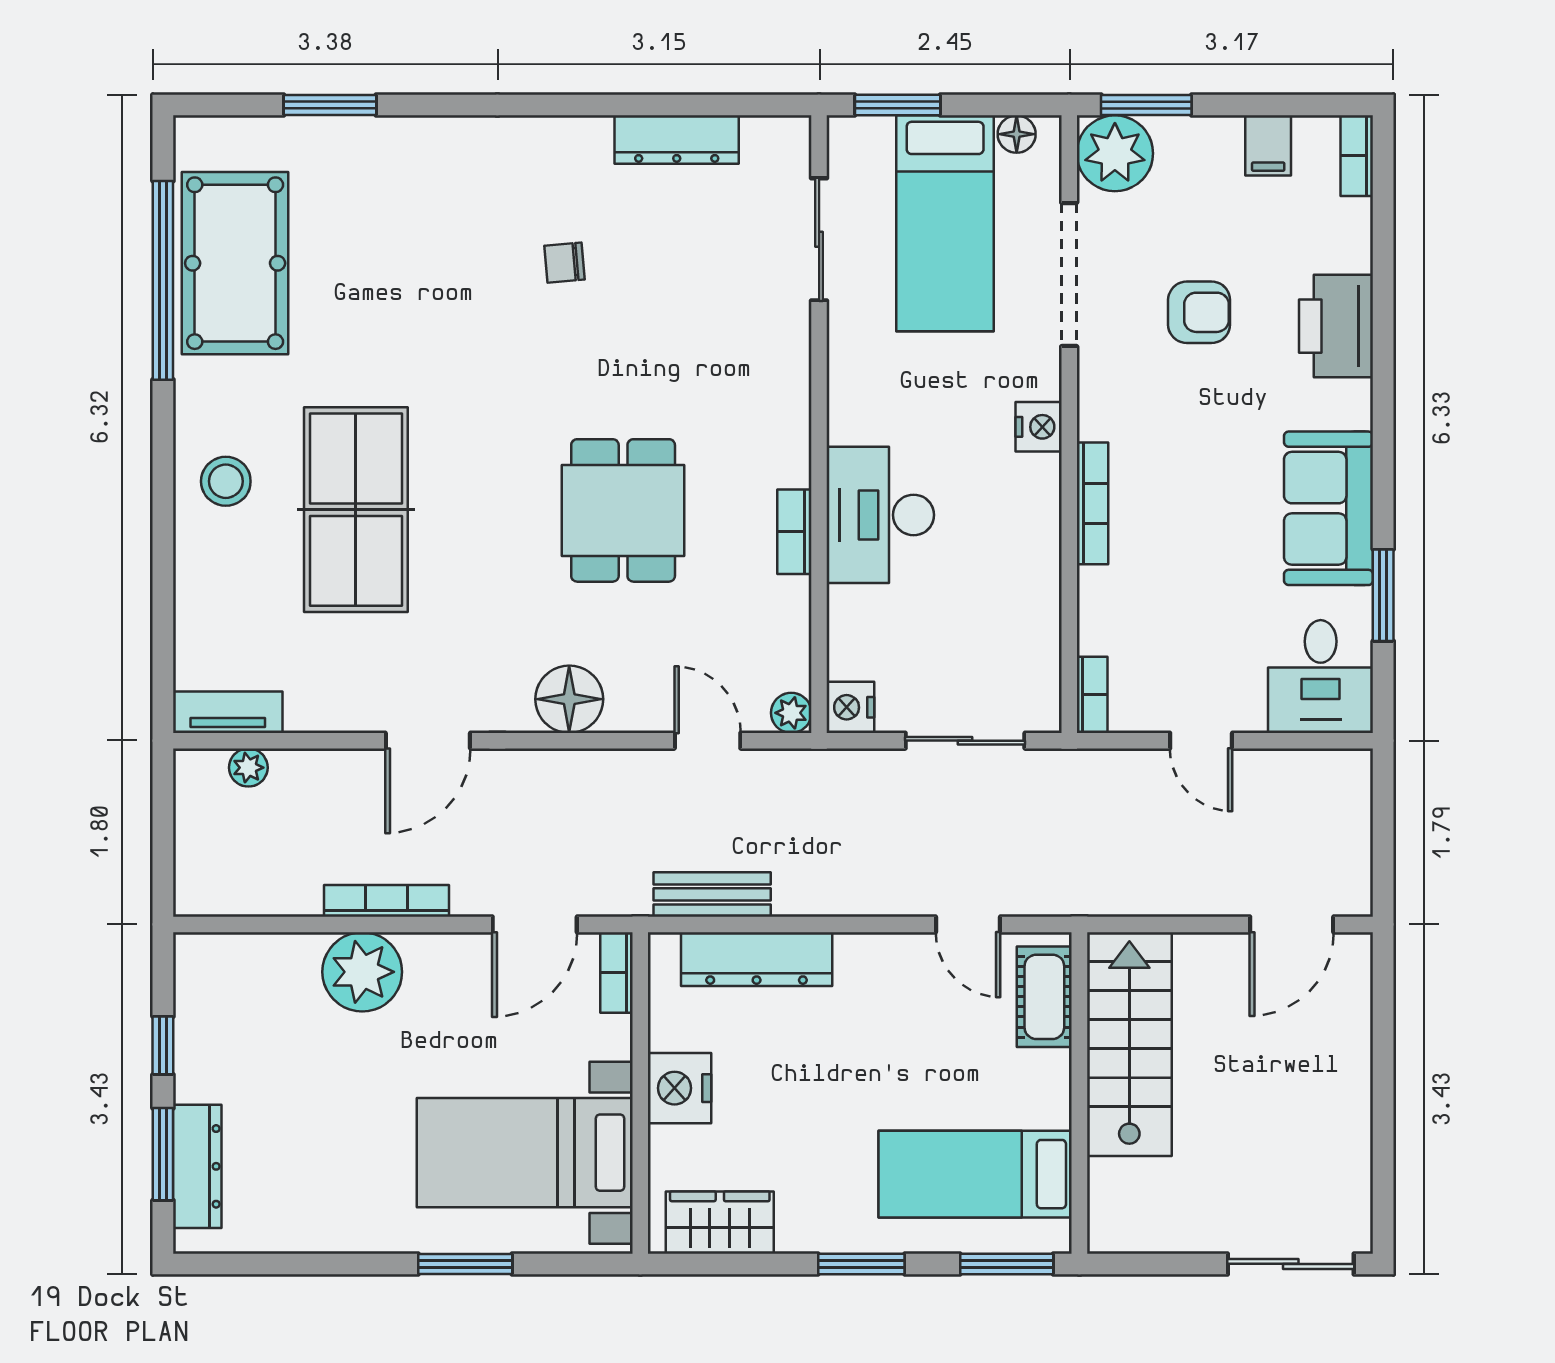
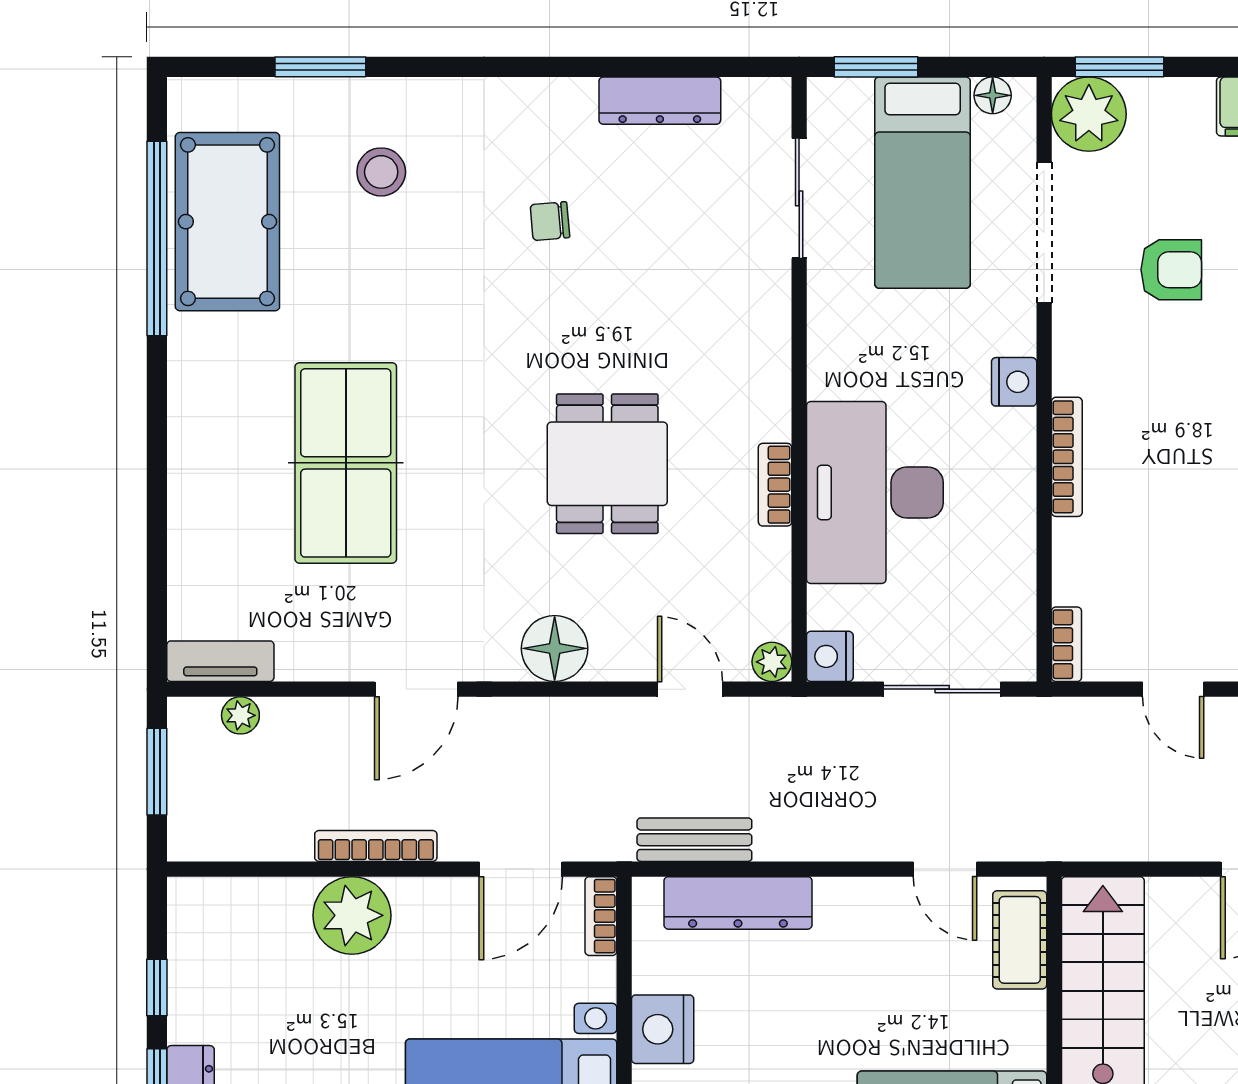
stool: (226, 481) -> (381, 172), moved
desk: (880, 515) -> (875, 493), width x1.36, depth x1.30
window: (163, 825) -> (157, 772), added

